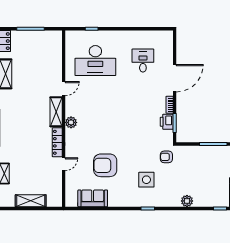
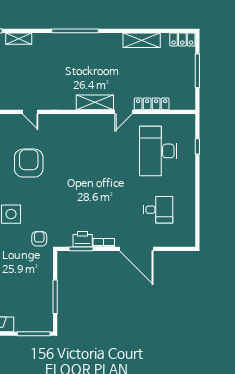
door: (64, 89) -> (124, 112), hinge flipped
plant: (71, 122) -> (82, 121), removed
locker: (57, 142) -> (152, 104), moved

